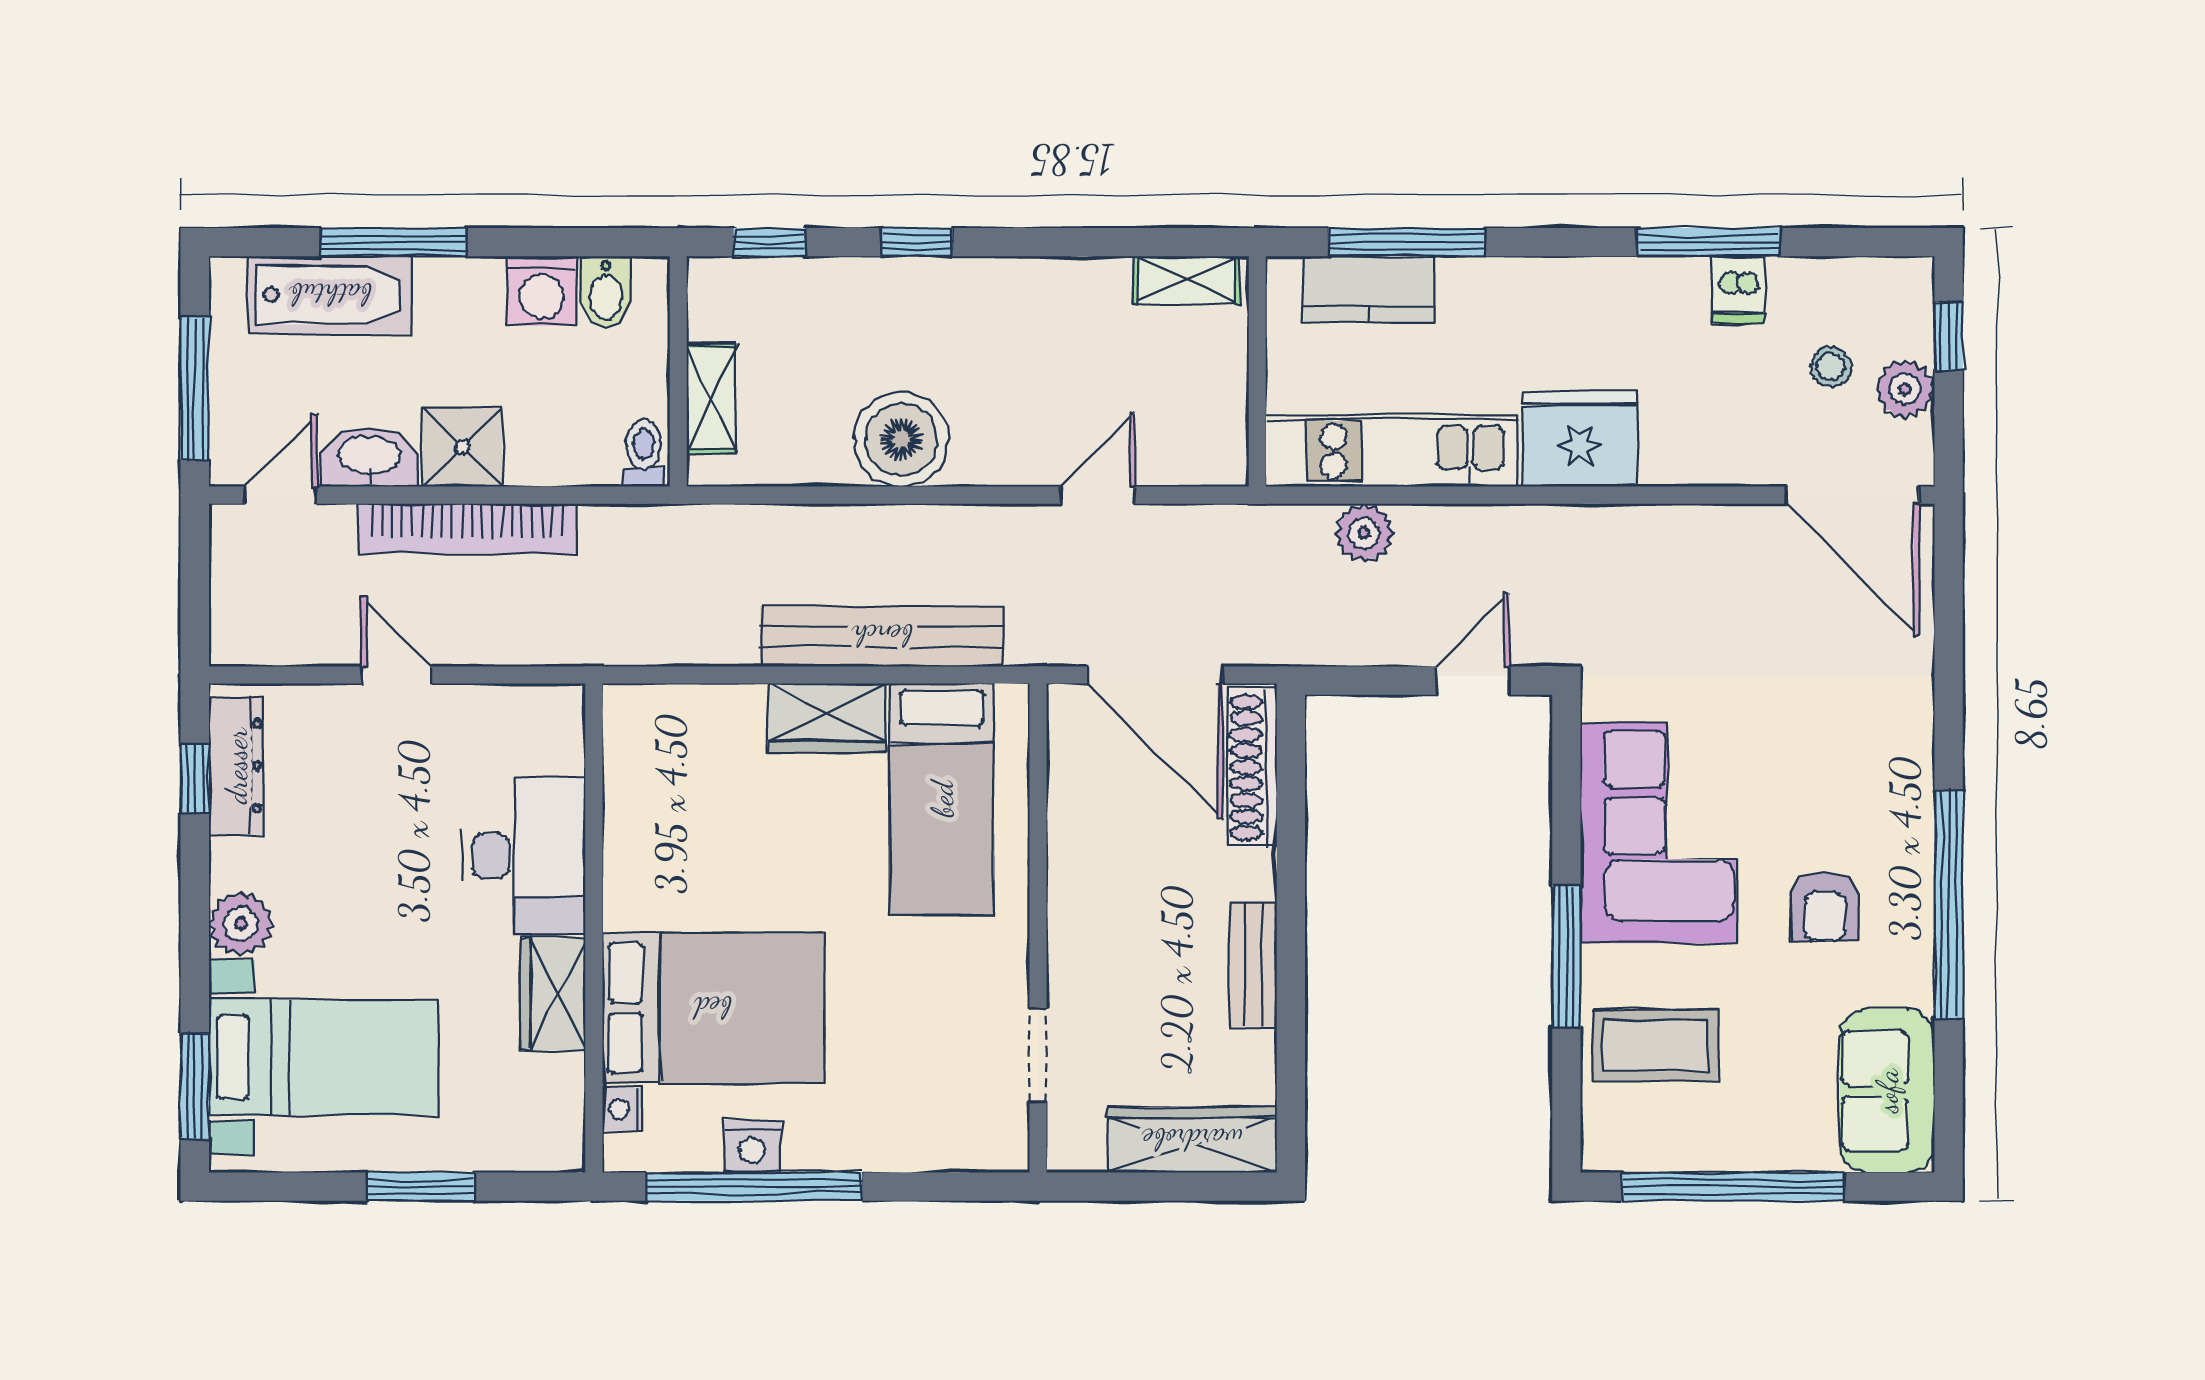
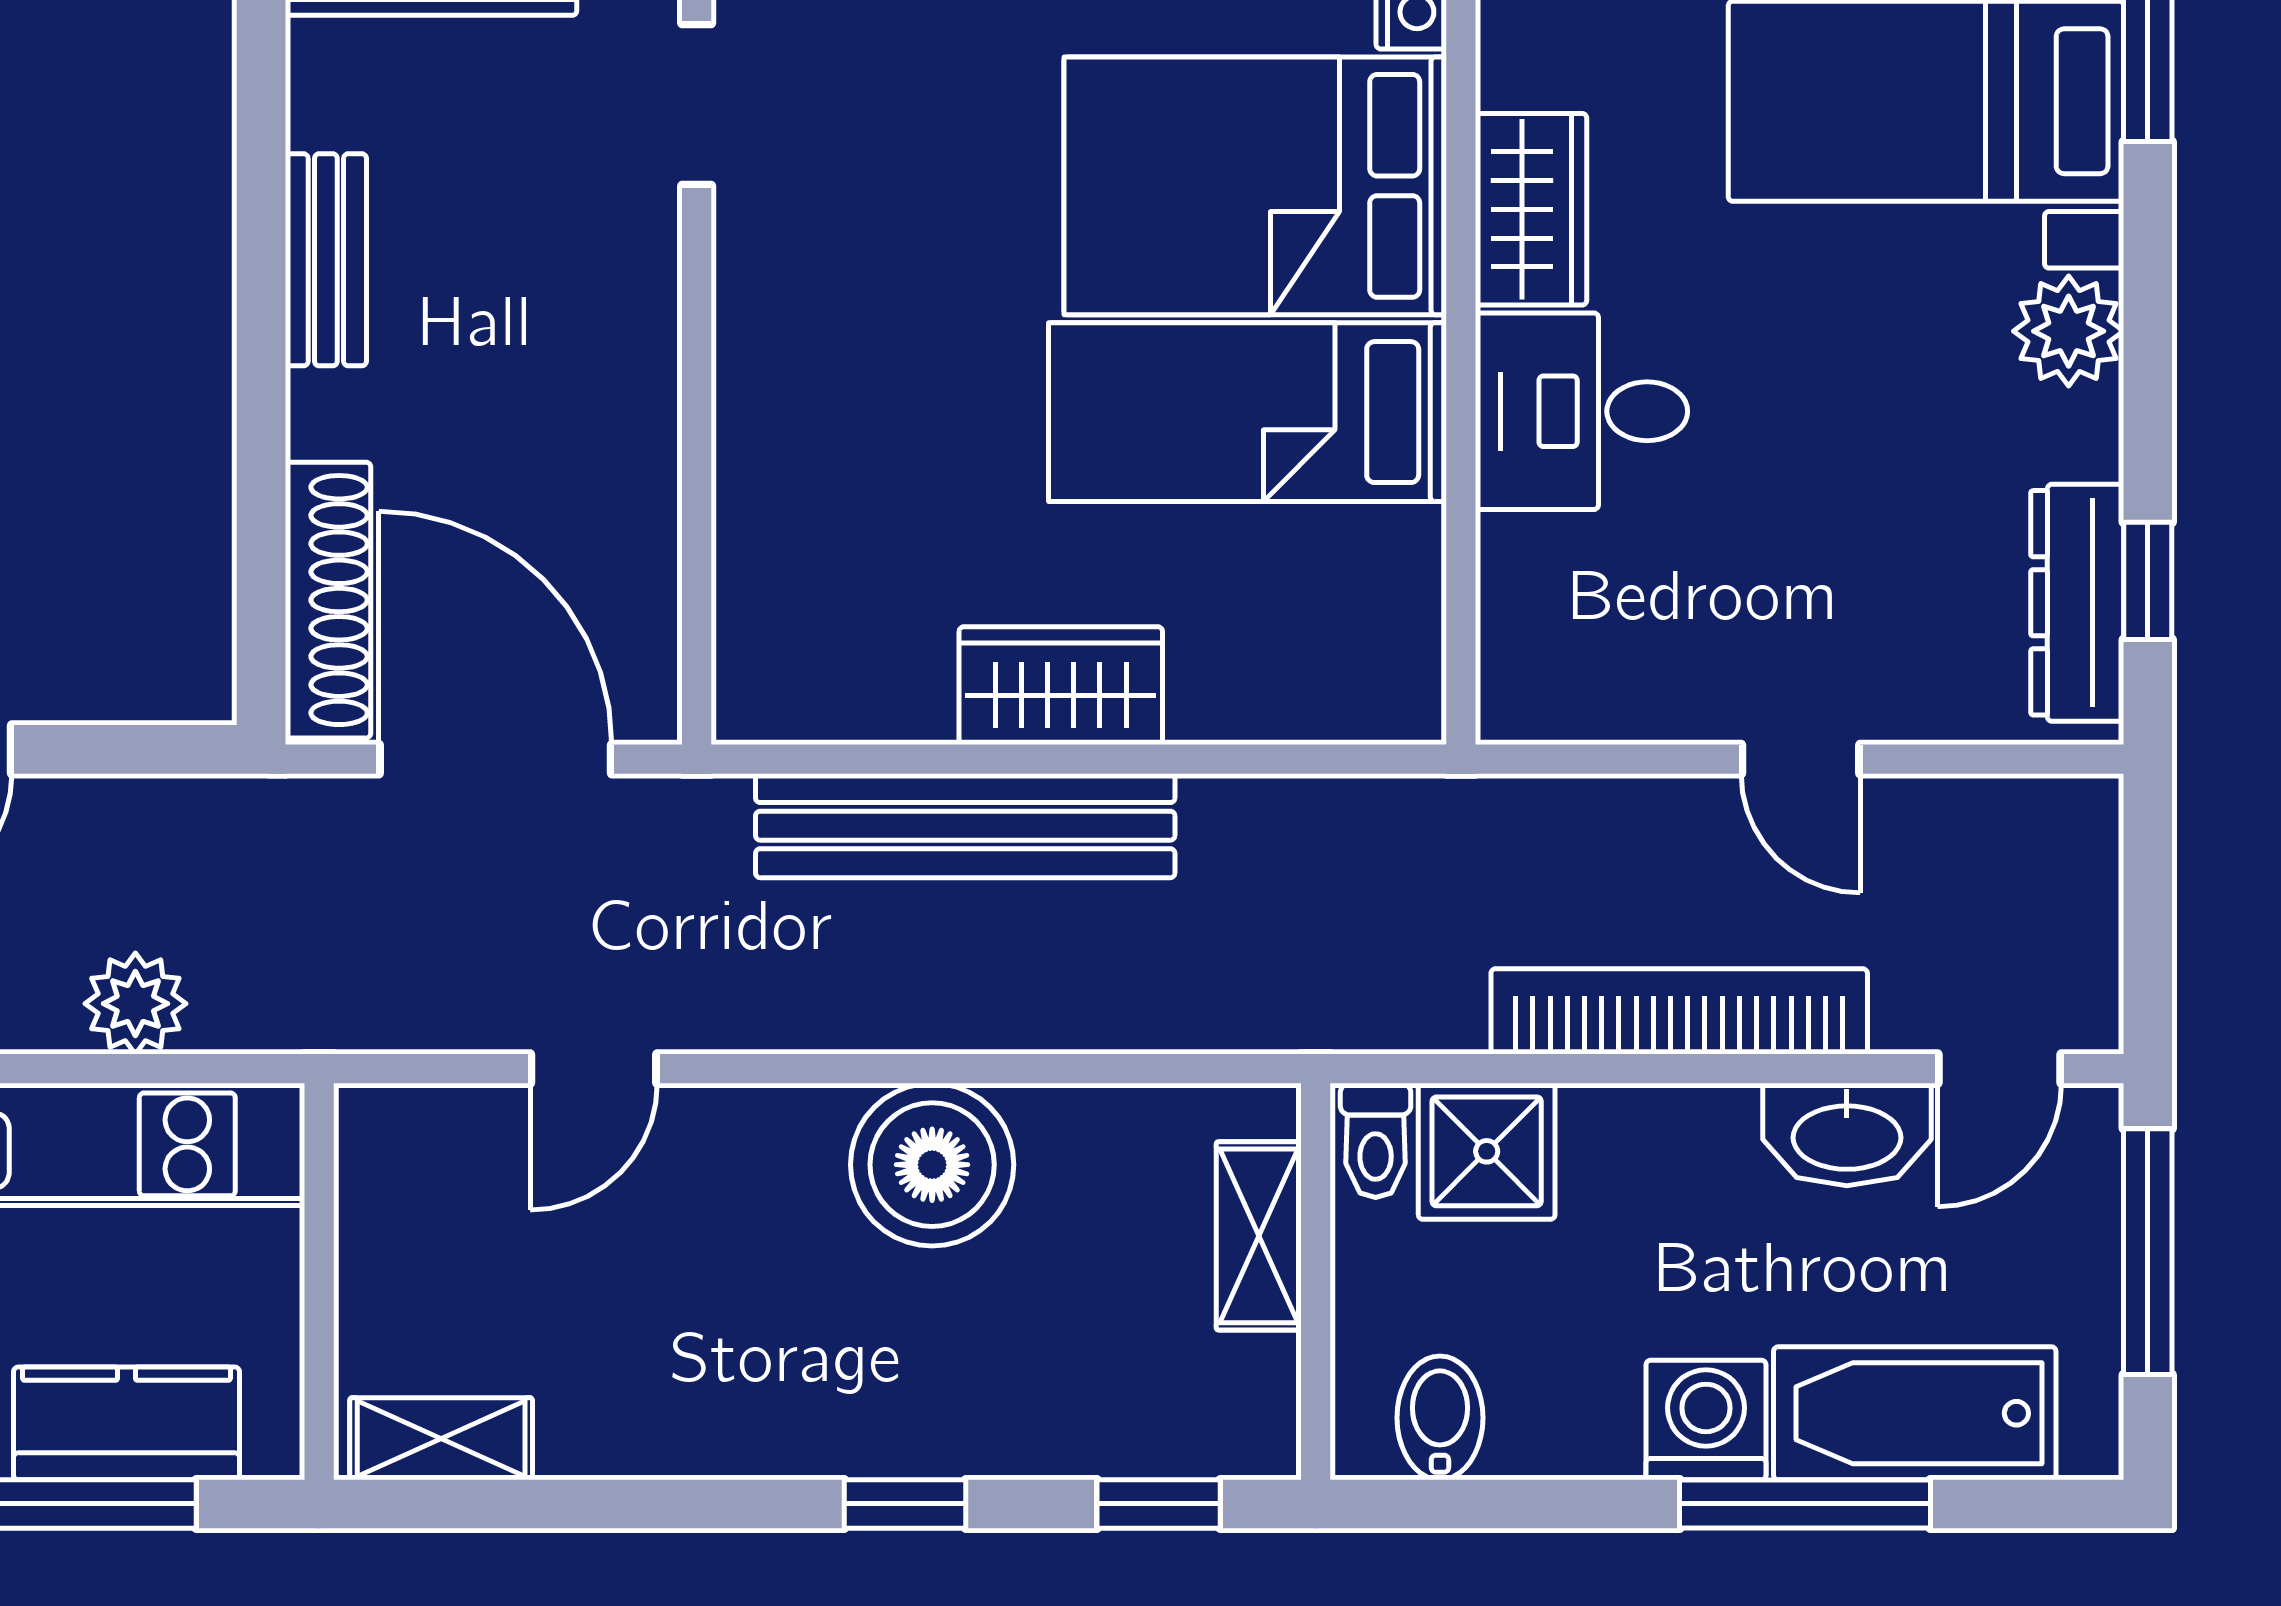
washing machine: (542, 291) -> (1706, 1420), moved
shower: (462, 447) -> (1487, 1151), moved
bed: (942, 799) -> (1248, 412), moved, turned -90
desk: (524, 856) -> (1581, 411), width x0.73

